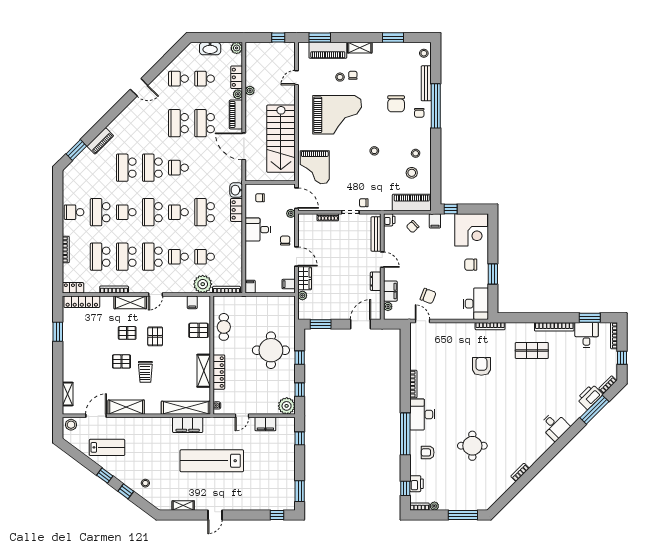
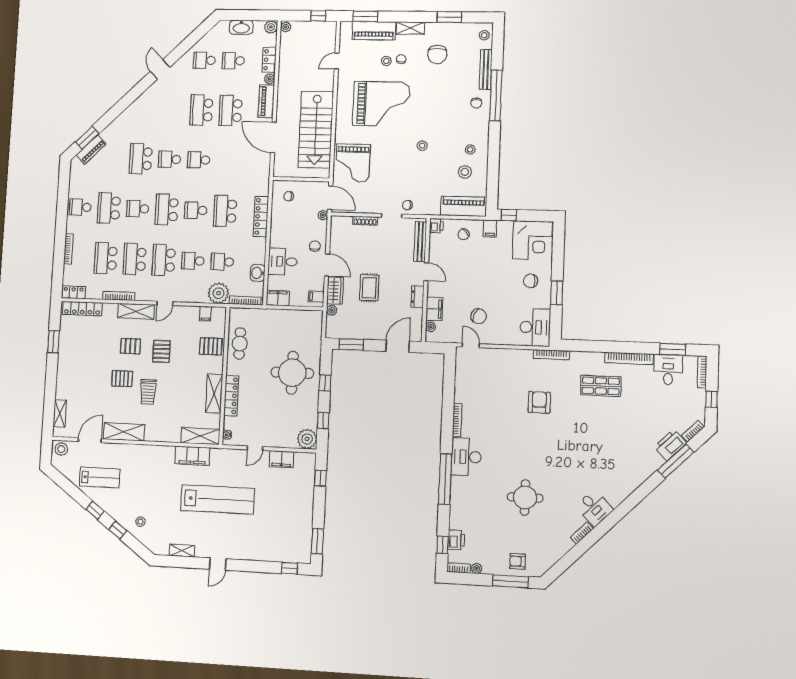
door: (139, 87) -> (160, 69), swing flipped
plant: (250, 91) -> (286, 27), moved
chair: (396, 104) -> (437, 54), moved
piano: (100, 141) -> (91, 149), moved
school desk: (152, 168) -> (170, 159), width x0.54
washbasin: (236, 190) -> (258, 273), moved
locker: (237, 210) -> (261, 216), width x1.53
desk: (258, 230) -> (283, 262), moved
rug: (334, 275) -> (369, 288), added
filing cabinet: (250, 287) -> (278, 298), width x2.00
shelving: (186, 408) -> (200, 436), width x0.68
desk: (555, 426) -> (594, 508), moved
armchair: (428, 452) -> (518, 561), moved
lab bench: (212, 461) -> (218, 499), turned 180

